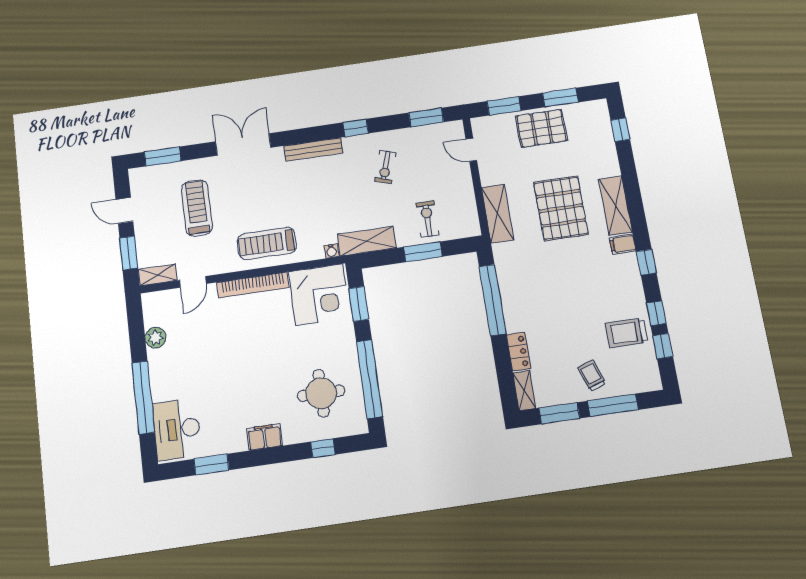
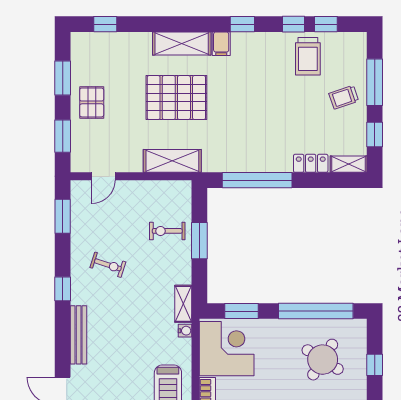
pallet: (541, 128) -> (92, 102), width x0.67, depth x0.71
shelving: (367, 241) -> (183, 304), width x0.67, depth x0.75
round table: (321, 393) -> (323, 360), turned 32
window: (559, 413) -> (375, 134), width x0.67

